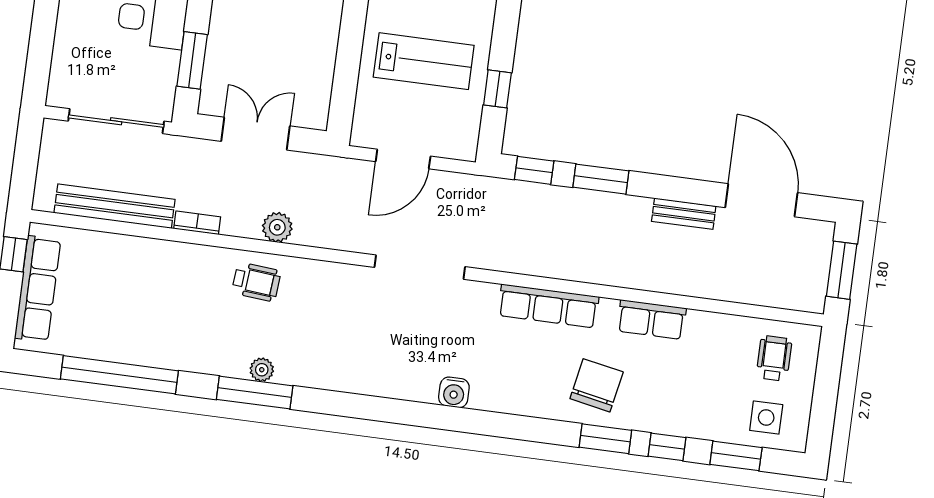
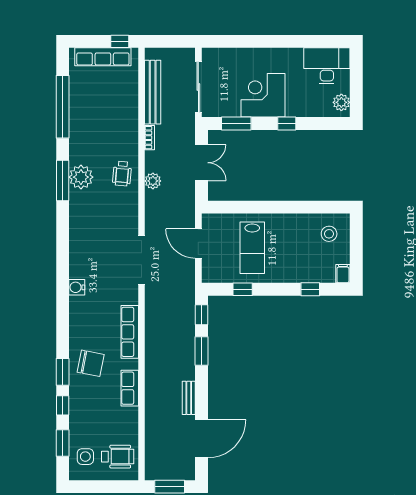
wheelchair: (774, 358) -> (118, 457), width x1.36, depth x1.37
plant: (262, 370) -> (81, 177), width x1.88, depth x1.88

